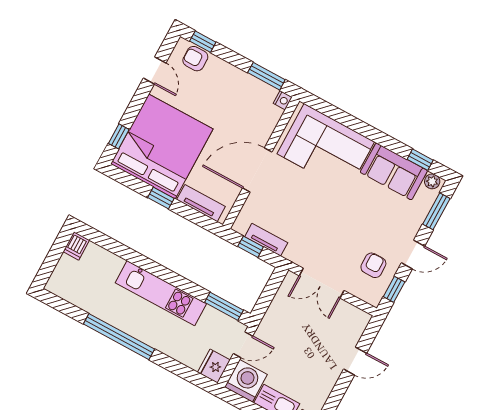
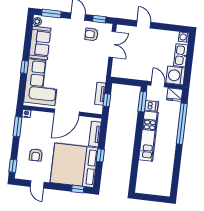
armchair: (195, 59) -> (36, 155), moved
door: (155, 71) -> (37, 184), swing flipped
window: (420, 160) -> (24, 67), moved
door: (257, 170) -> (67, 112), hinge flipped
dishwasher: (76, 246) -> (151, 106), moved
double door: (322, 283) -> (112, 44), moved
window: (119, 337) -> (182, 124), moved

